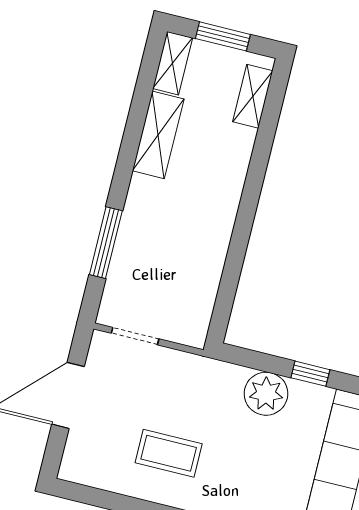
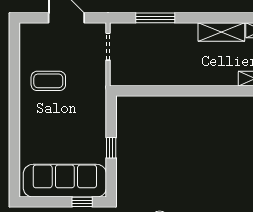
plant: (266, 394) -> (94, 126), removed
coffee table: (169, 453) -> (48, 81), turned 90

